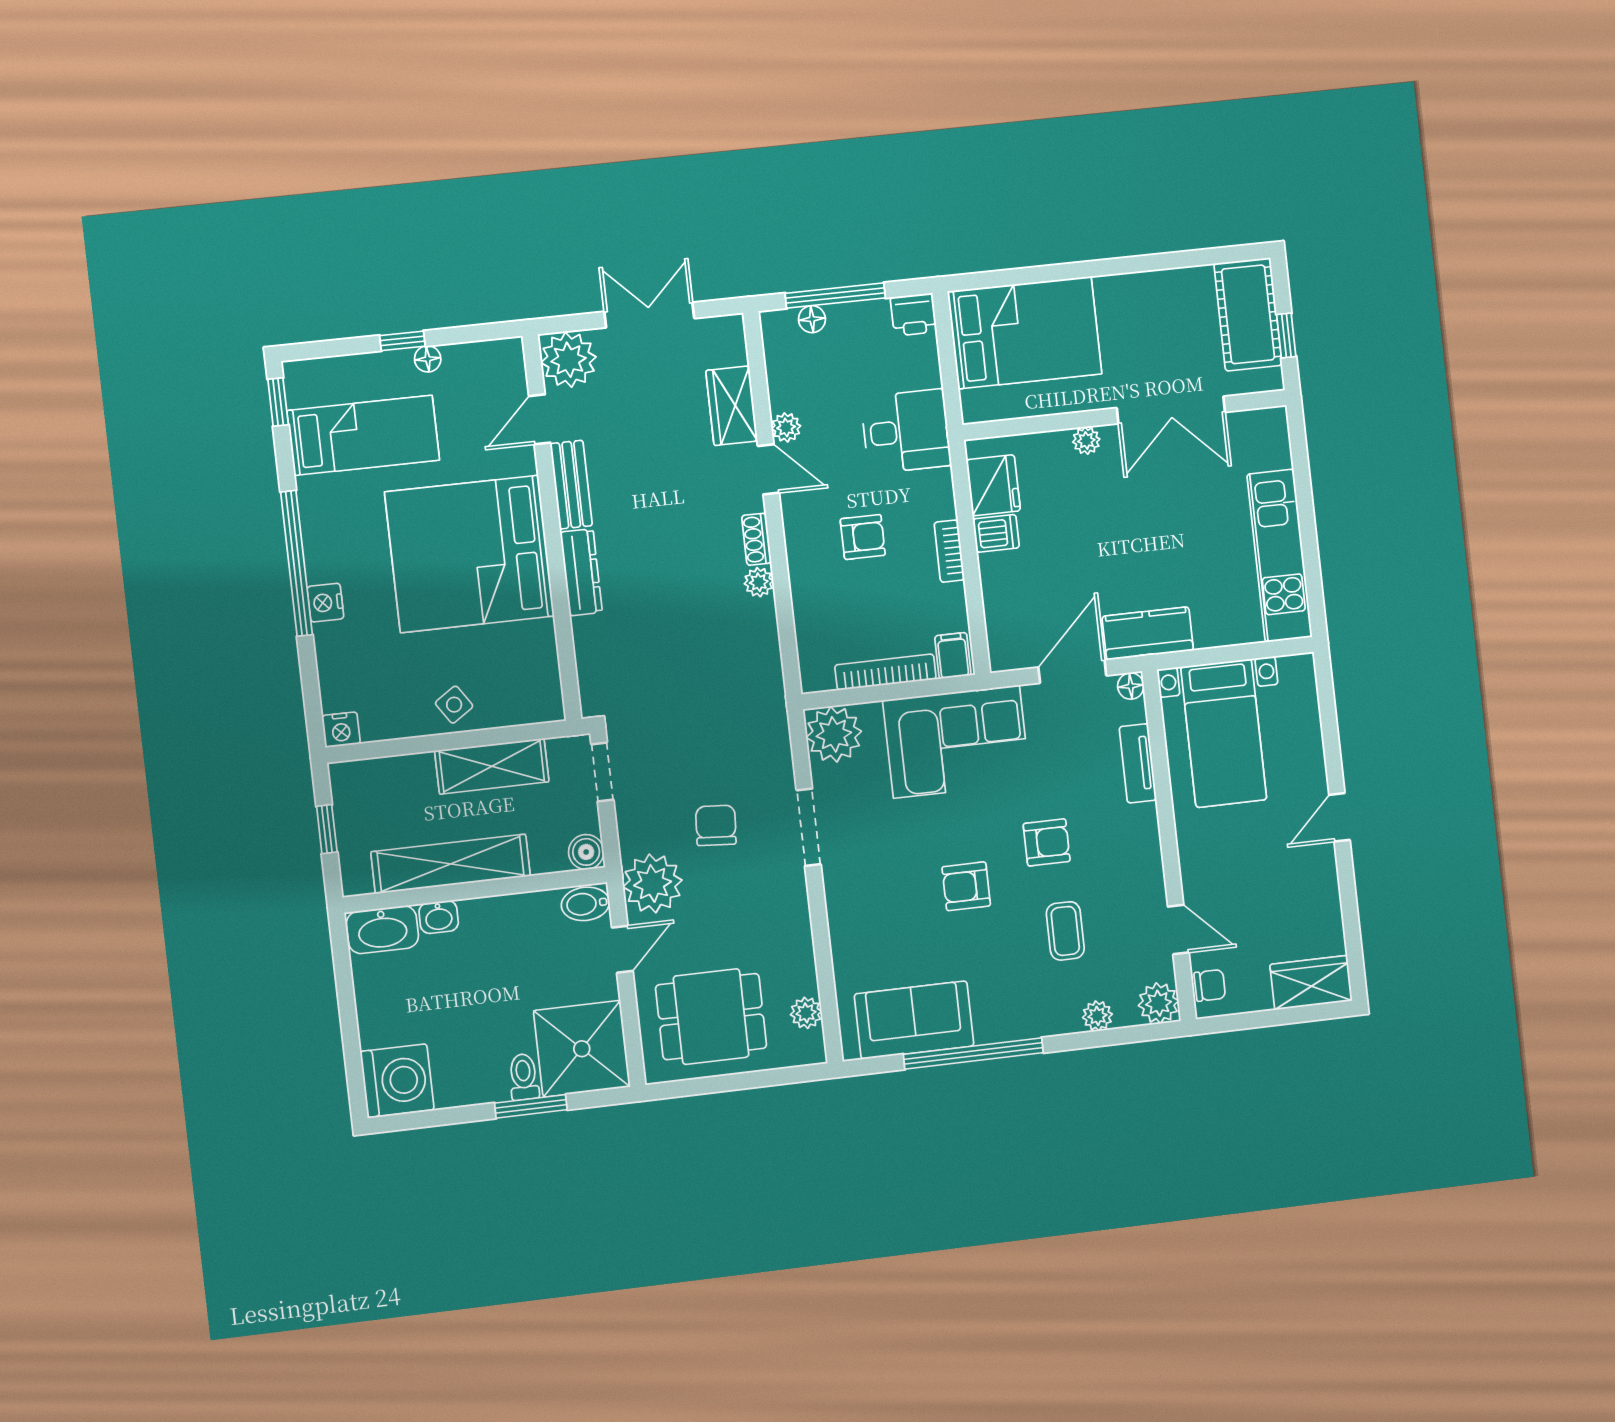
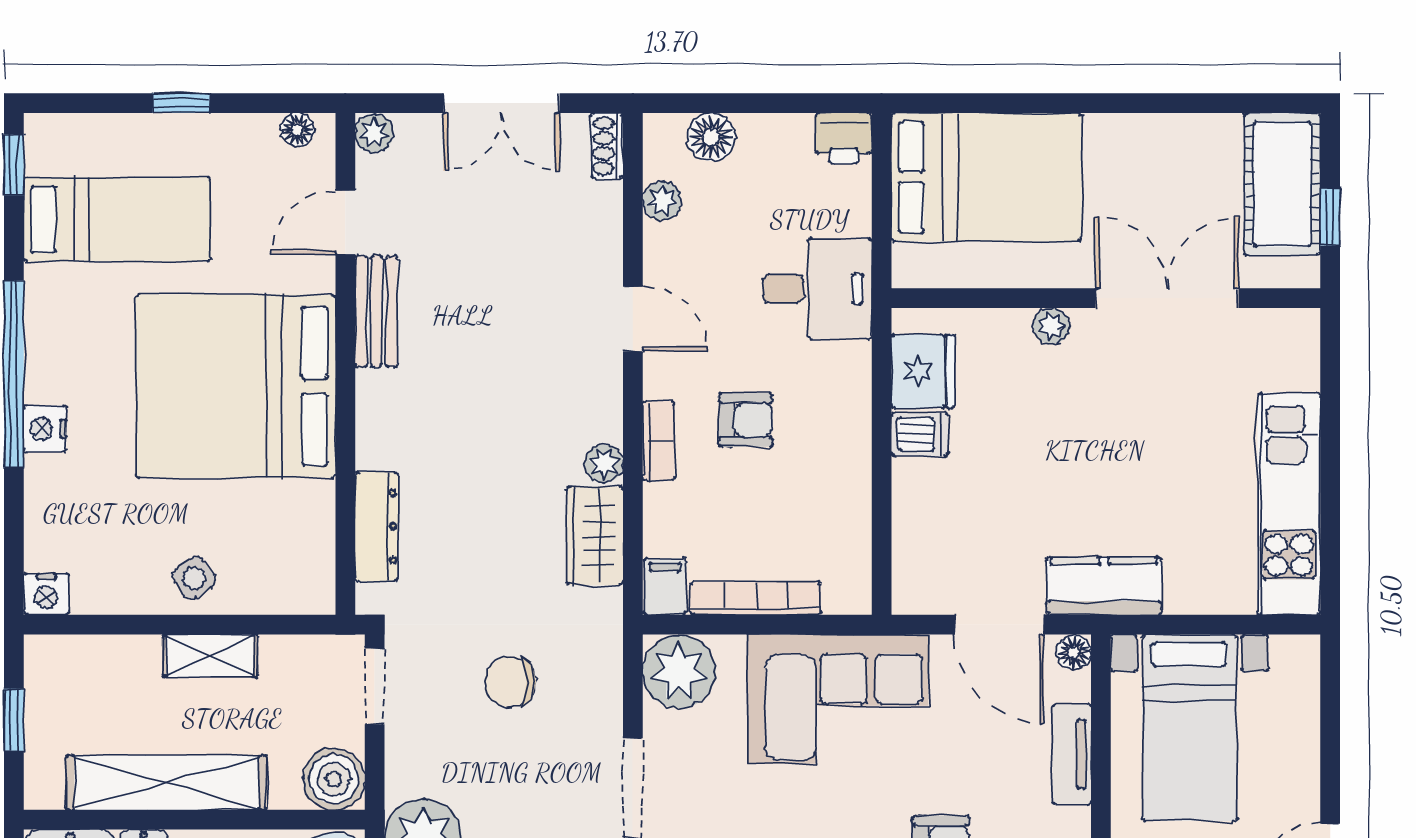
window: (835, 296) -> (745, 103), removed
double door: (649, 315) -> (501, 103), swing flipped
floor lamp: (812, 319) -> (711, 137), width x1.37, depth x1.37
floor lamp: (428, 359) -> (297, 130), moved
plant: (569, 360) -> (374, 133), width x0.53, depth x0.53
wardrobe: (732, 406) -> (595, 536), moved
double door: (1171, 410) -> (1167, 298), swing flipped
plant: (786, 427) -> (662, 201), moved
shoe rack: (756, 539) -> (607, 146), moved
bookcase: (949, 551) -> (658, 441), moved, turned 180
dresser: (581, 572) -> (376, 527), moved
filing cabinet: (953, 656) -> (665, 587), moved
door: (1072, 671) -> (999, 625), swing flipped
shelving: (492, 766) -> (210, 656), width x0.67, depth x0.75
chair: (716, 825) -> (510, 682), moved, turned -94
boiler: (586, 852) -> (334, 779), width x1.36, depth x1.36

